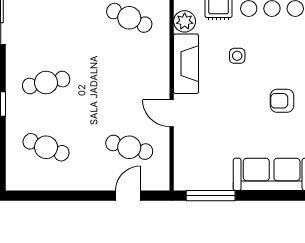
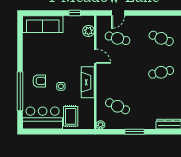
plant: (185, 21) -> (88, 31), moved
armchair: (282, 101) -> (39, 81), moved
window: (211, 196) -> (75, 13), width x0.46

